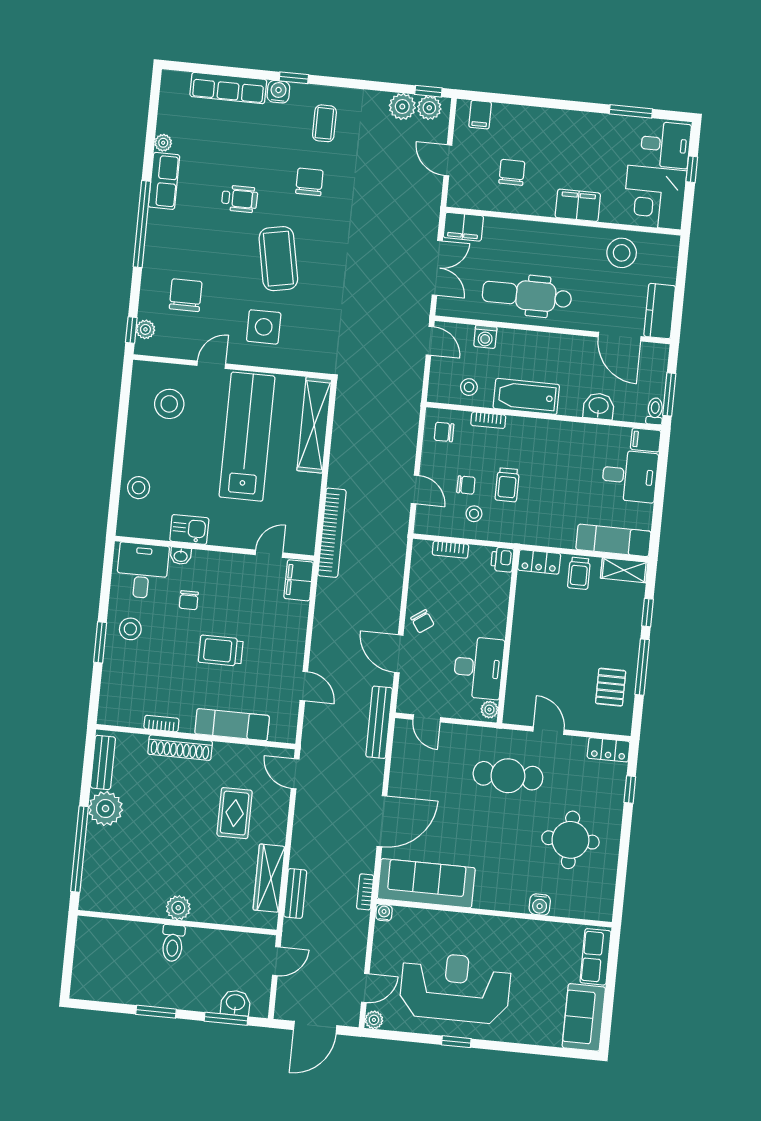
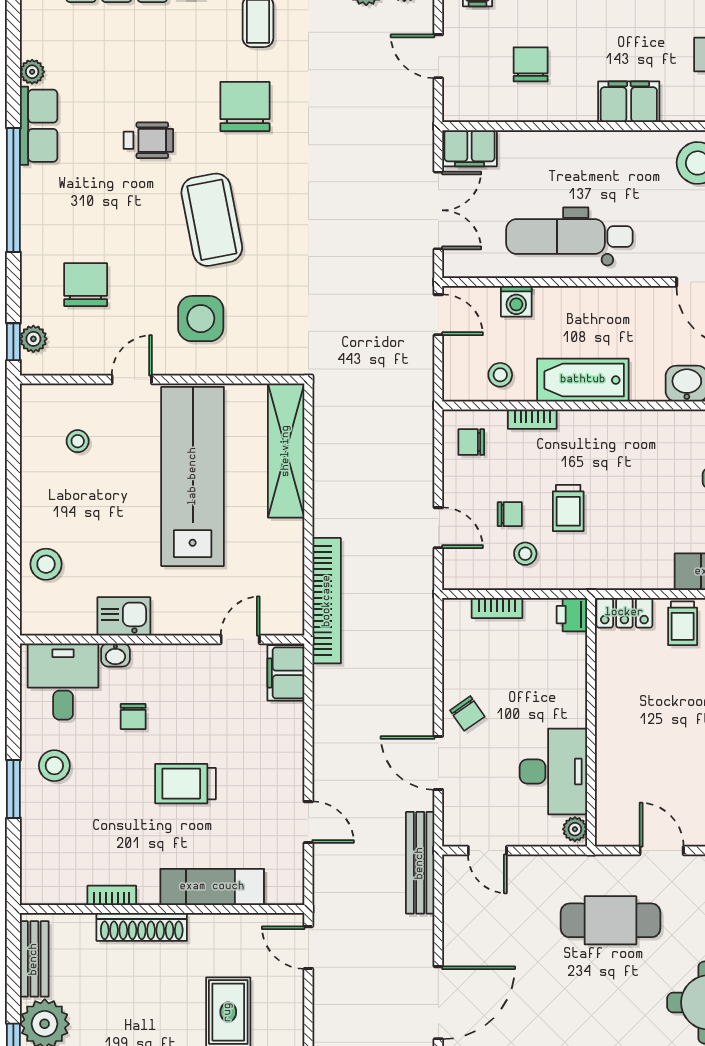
chair: (309, 182) -> (245, 106), width x1.37, depth x1.37
stool: (169, 404) -> (78, 441), width x0.53, depth x0.53

